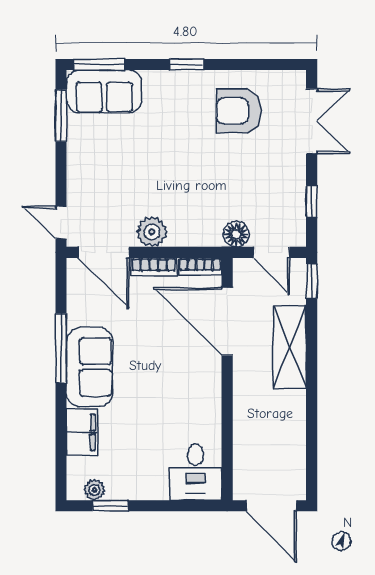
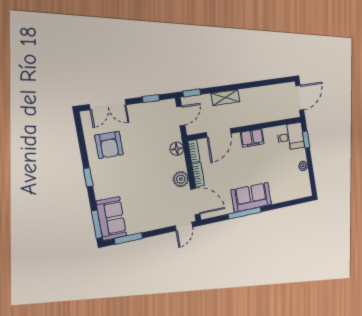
double door: (312, 121) -> (108, 105), swing flipped
floor lamp: (236, 234) -> (177, 149), moved
door: (104, 252) -> (195, 202), hinge flipped
door: (227, 322) -> (219, 133), width x0.73
shelving: (290, 347) -> (225, 98), width x0.67, depth x0.75
filing cabinet: (82, 432) -> (252, 138), moved, turned 180
plant: (94, 490) -> (303, 166), moved
window: (110, 506) -> (306, 140), moved

